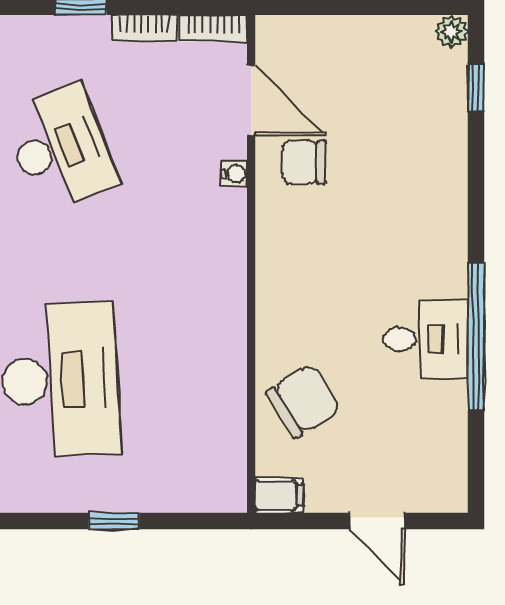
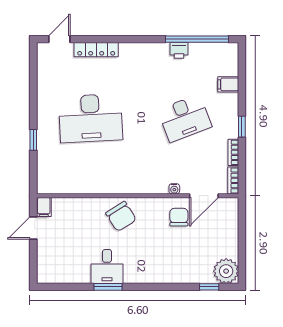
plant: (451, 31) -> (226, 271), width x1.88, depth x1.88
window: (476, 337) -> (108, 287), width x0.47
chair: (303, 401) -> (121, 216), moved
door: (377, 521) -> (33, 228), moved

